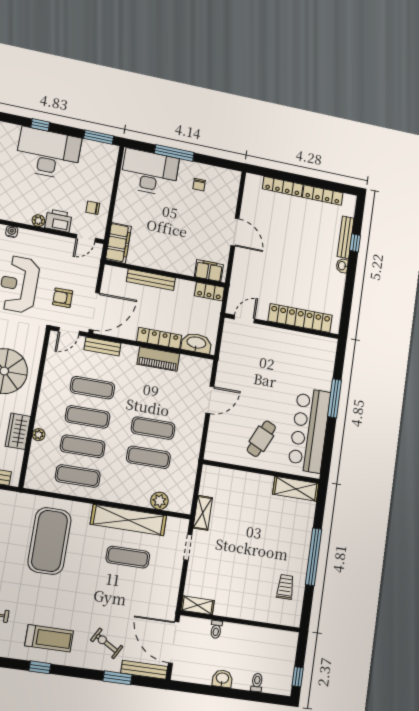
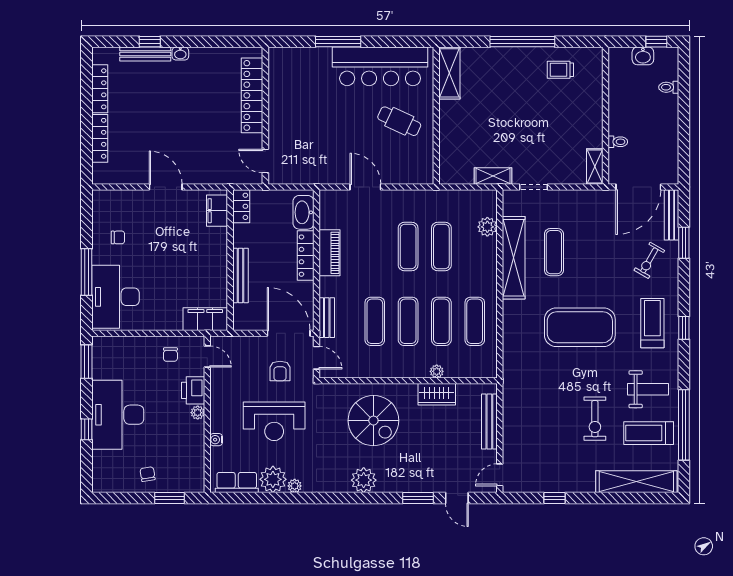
door: (235, 232) -> (166, 187), hinge flipped
exercise mat: (50, 541) -> (580, 327), moved
washbasin: (222, 679) -> (643, 56), moved, turned -90

